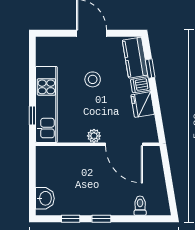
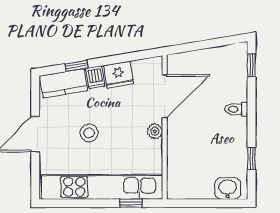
kitchen unit: (46, 104) -> (102, 187), width x1.36
toilet: (140, 206) -> (236, 109), moved
window: (101, 219) -> (252, 65), moved

